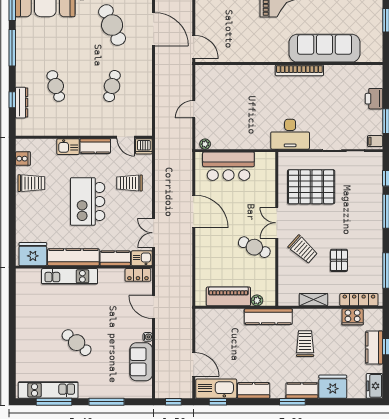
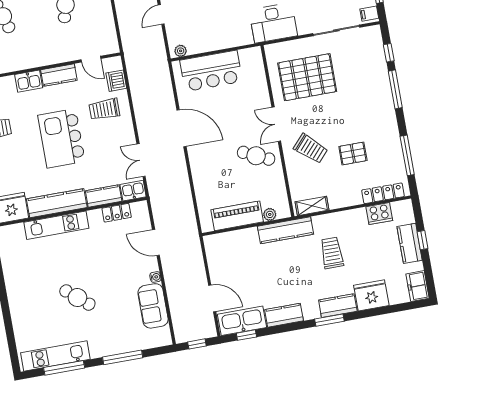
dishwasher: (144, 146) -> (116, 81), moved, turned 90
pallet: (339, 260) -> (353, 153), turned 90
locker: (138, 275) -> (117, 213), moved
shelving: (313, 300) -> (312, 206), moved

